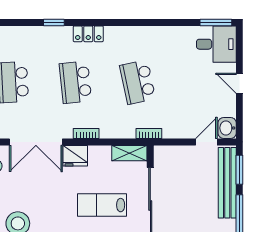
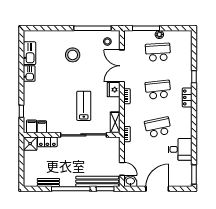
desk: (216, 44) -> (180, 149), moved, turned -90
door: (239, 83) -> (157, 189), width x1.87

